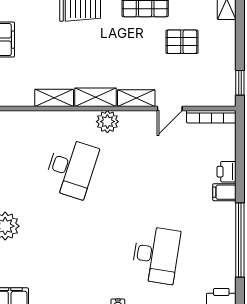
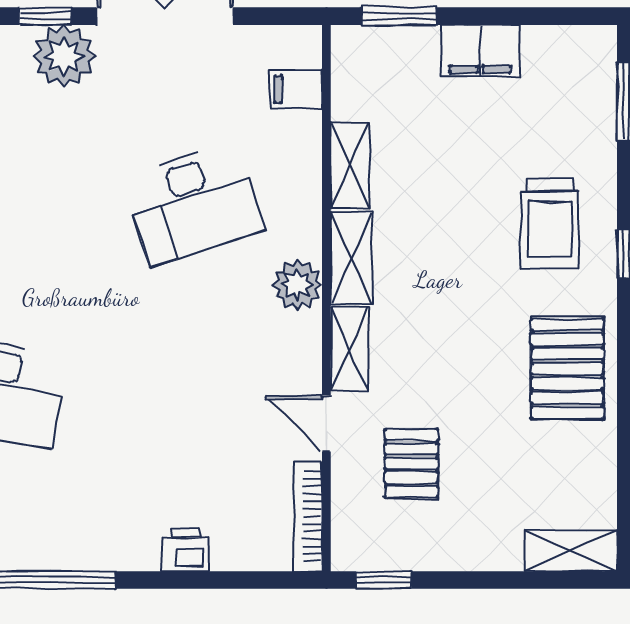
pallet: (182, 42) -> (411, 463), moved
desk: (71, 168) -> (193, 204), turned -36
filing cabinet: (224, 192) -> (296, 89), moved, turned -90

